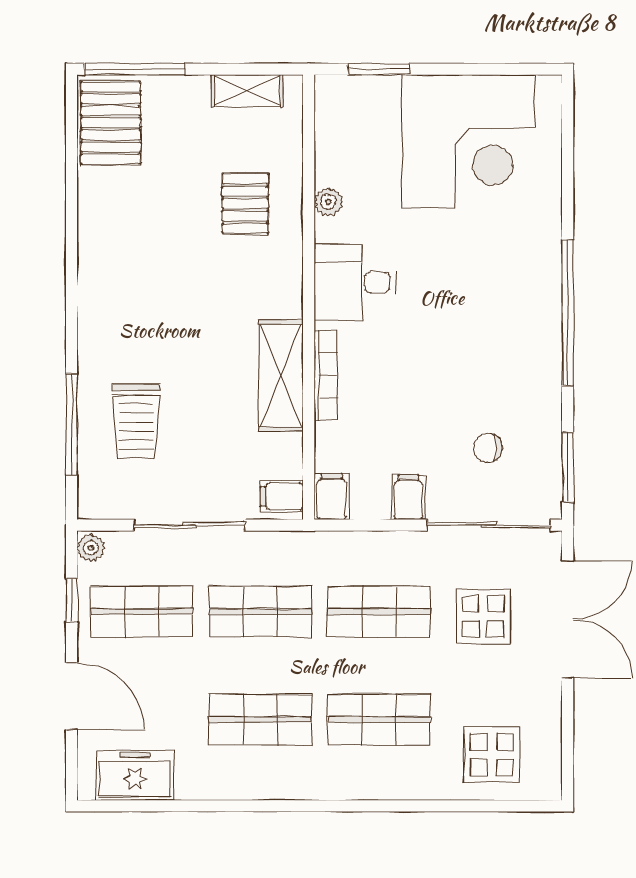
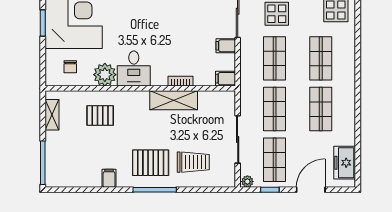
window: (379, 69) -> (43, 23), moved
pallet: (111, 123) -> (151, 163), moved
plant: (328, 202) -> (105, 75), width x1.88, depth x1.88
bookcase: (326, 375) -> (181, 81), width x0.64
window: (72, 425) -> (155, 190), moved
chair: (488, 448) -> (70, 67), moved
filing cabinet: (282, 496) -> (109, 178), moved, turned 180

